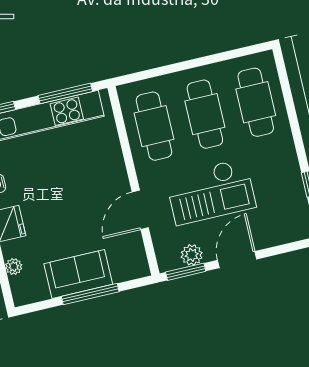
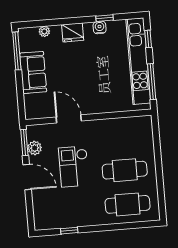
cafe table: (154, 126) -> (122, 136), removed
checkout: (211, 192) -> (74, 166), width x0.73, depth x0.83
window: (90, 294) -> (17, 51), moved

